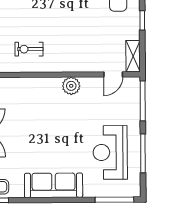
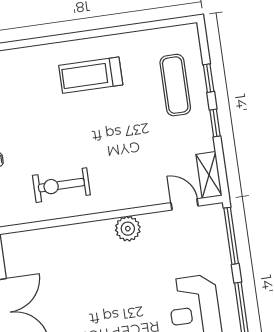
exercise bike: (29, 49) -> (61, 185), width x1.38, depth x1.39
door: (113, 74) -> (185, 204), swing flipped

